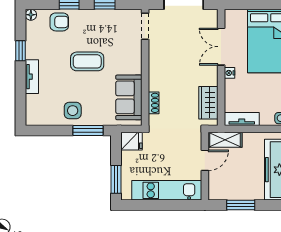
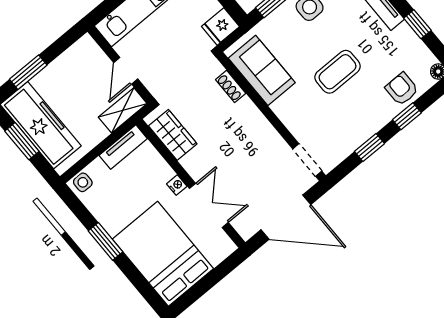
armchair: (59, 22) -> (402, 89), turned 90
window: (241, 205) -> (28, 72), moved

